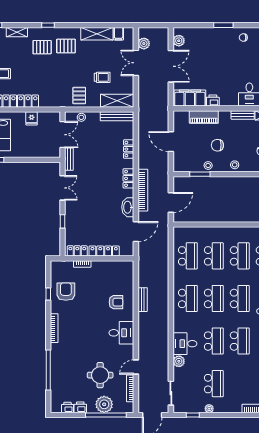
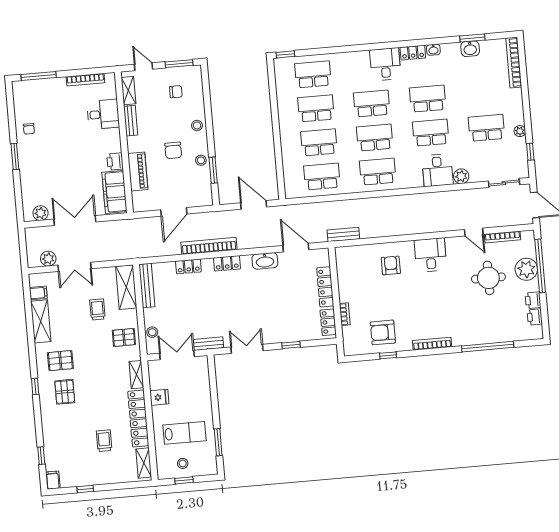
shelving: (17, 32) -> (136, 375), moved
pallet: (66, 46) -> (60, 361), turned 90
bookcase: (143, 190) -> (209, 246), moved
bench: (143, 300) -> (343, 234), moved

